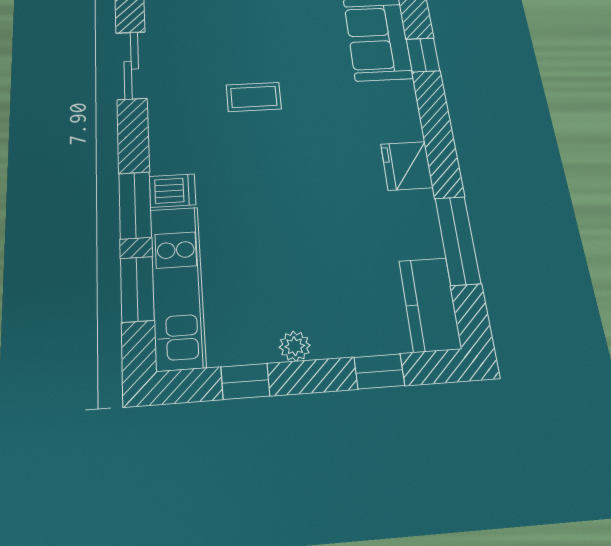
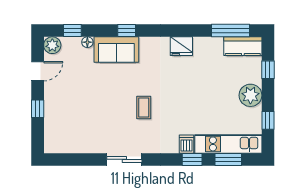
window: (135, 205) -> (192, 159), width x0.67
window: (458, 240) -> (231, 31), moved
plant: (295, 346) -> (250, 95), width x1.88, depth x1.88

